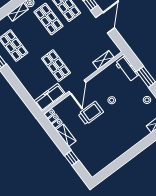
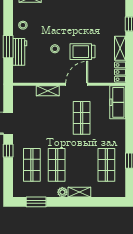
shelving: (103, 60) -> (48, 91), moved
workbench: (127, 69) -> (20, 52), moved
freezer: (50, 97) -> (118, 102), moved, turned 90

